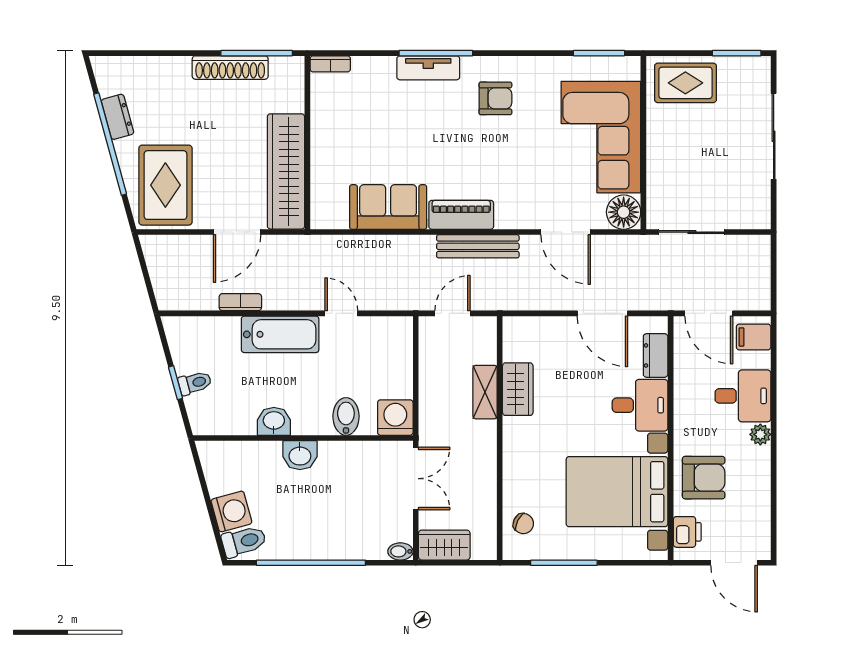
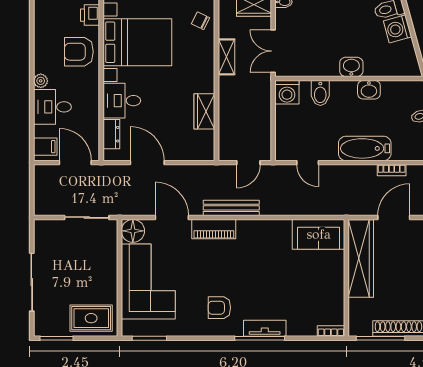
sofa: (388, 207) -> (319, 234), moved
piano: (461, 215) -> (214, 229), moved
door: (341, 313) -> (308, 163), moved
shelving: (485, 392) -> (226, 57), moved

